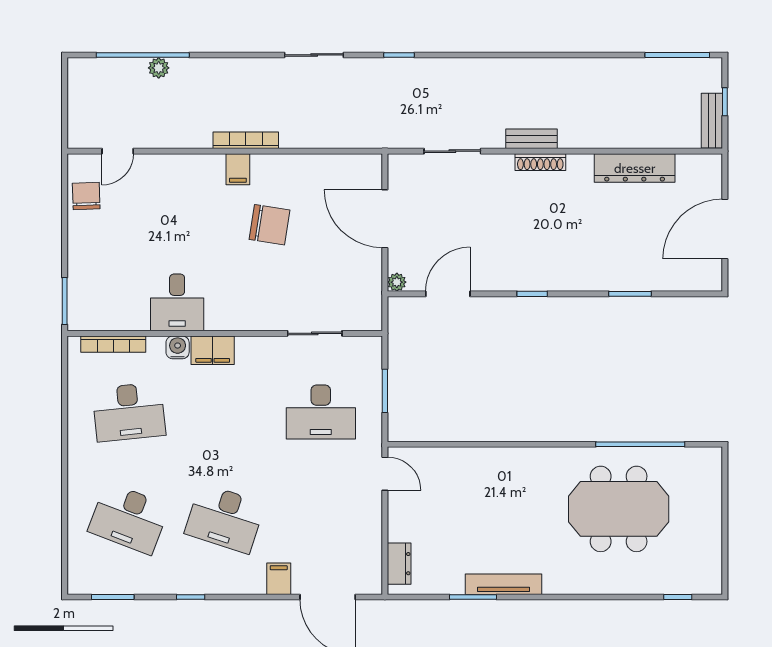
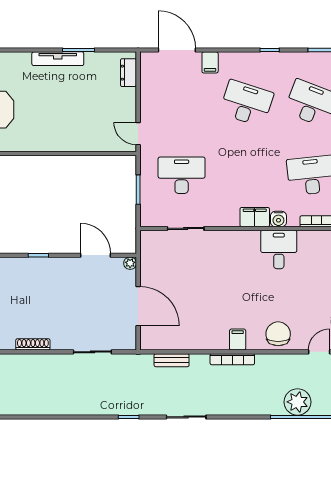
plant: (159, 68) -> (297, 402), width x1.88, depth x1.88
bench: (531, 139) -> (172, 360), moved
chair: (270, 225) -> (278, 334), moved, turned 81
door: (448, 294) -> (96, 255), swing flipped

